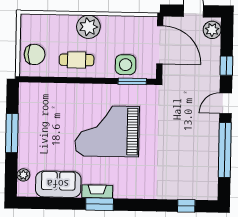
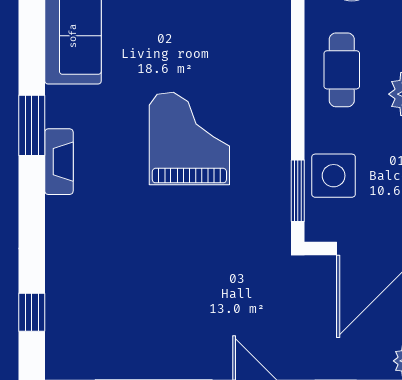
grand piano: (107, 131) -> (189, 139), width x0.73, depth x0.68
fireplace: (97, 192) -> (59, 162), moved

